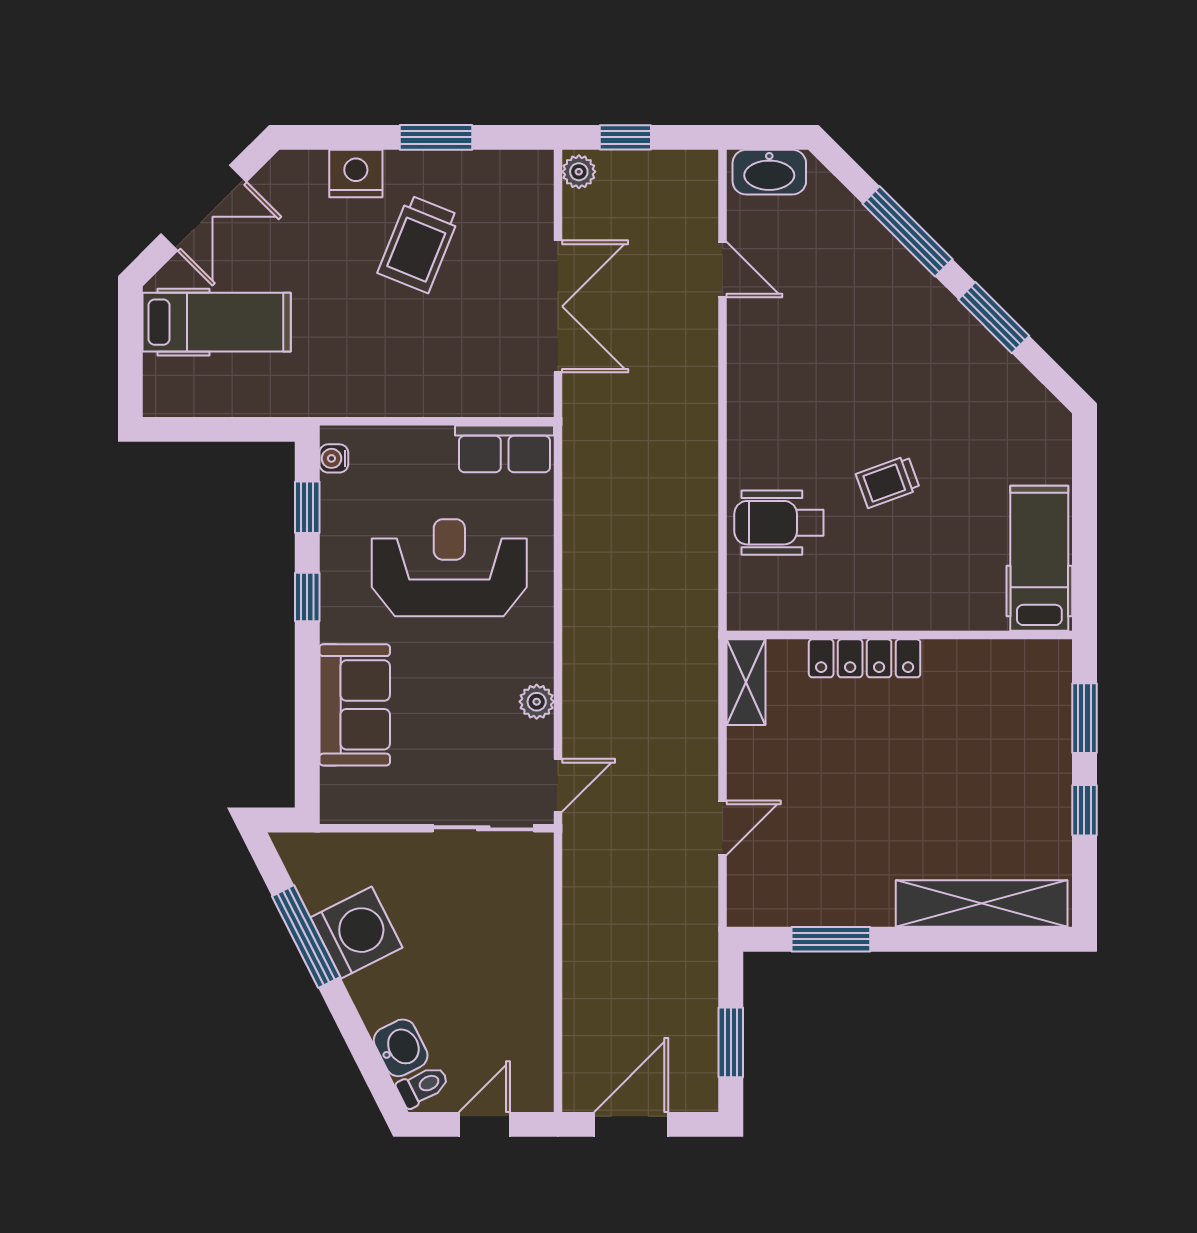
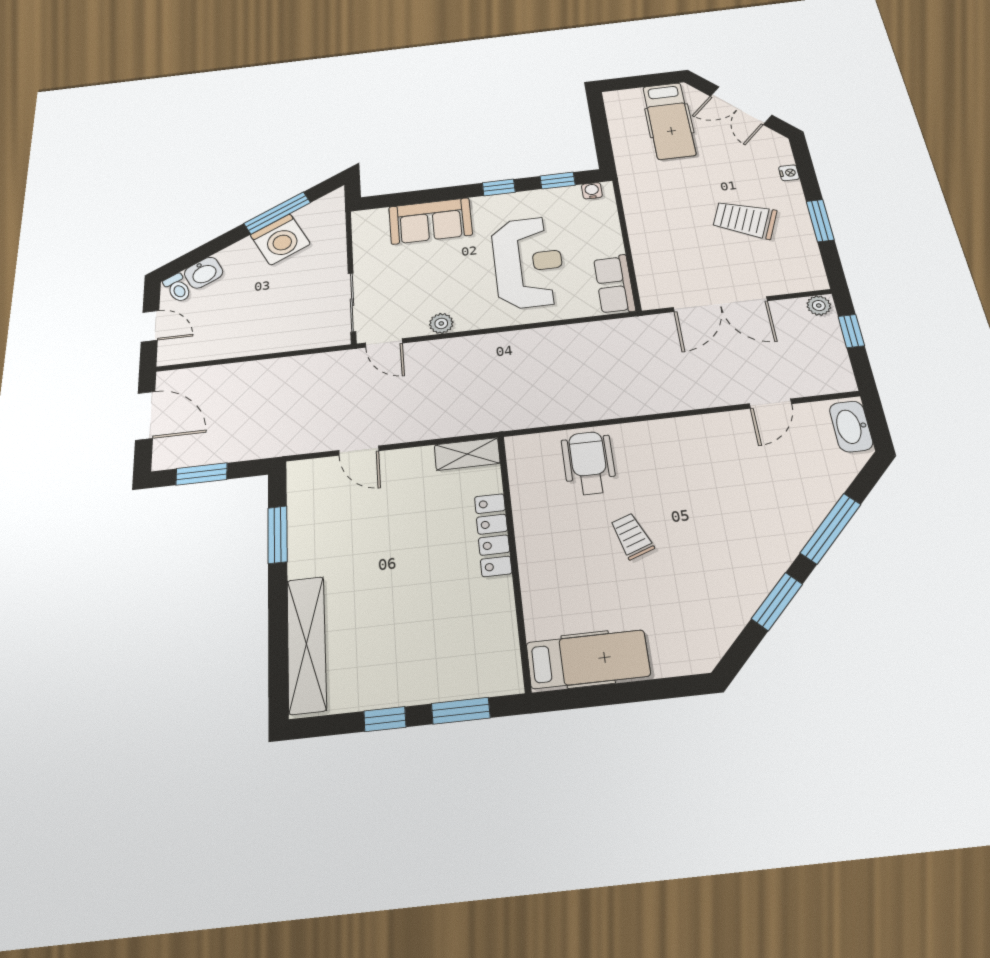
nightstand: (356, 174) -> (789, 173), width x0.53, depth x0.56

